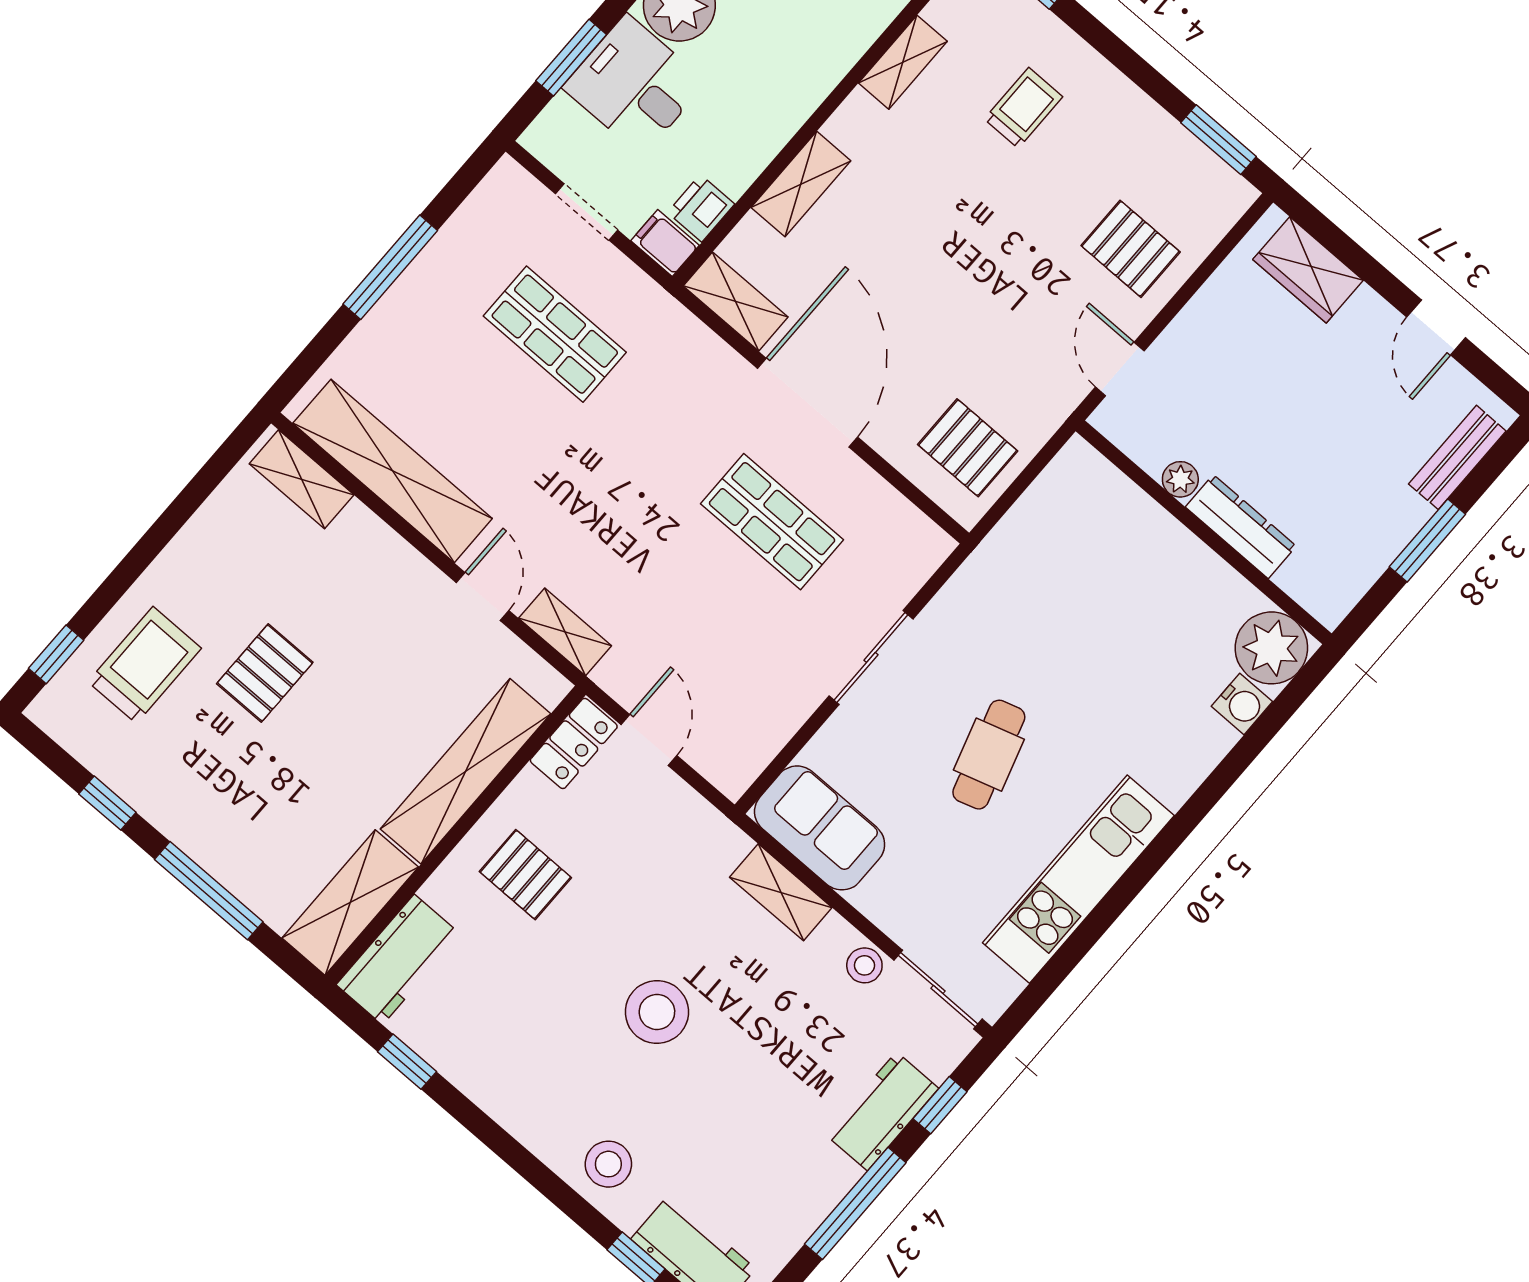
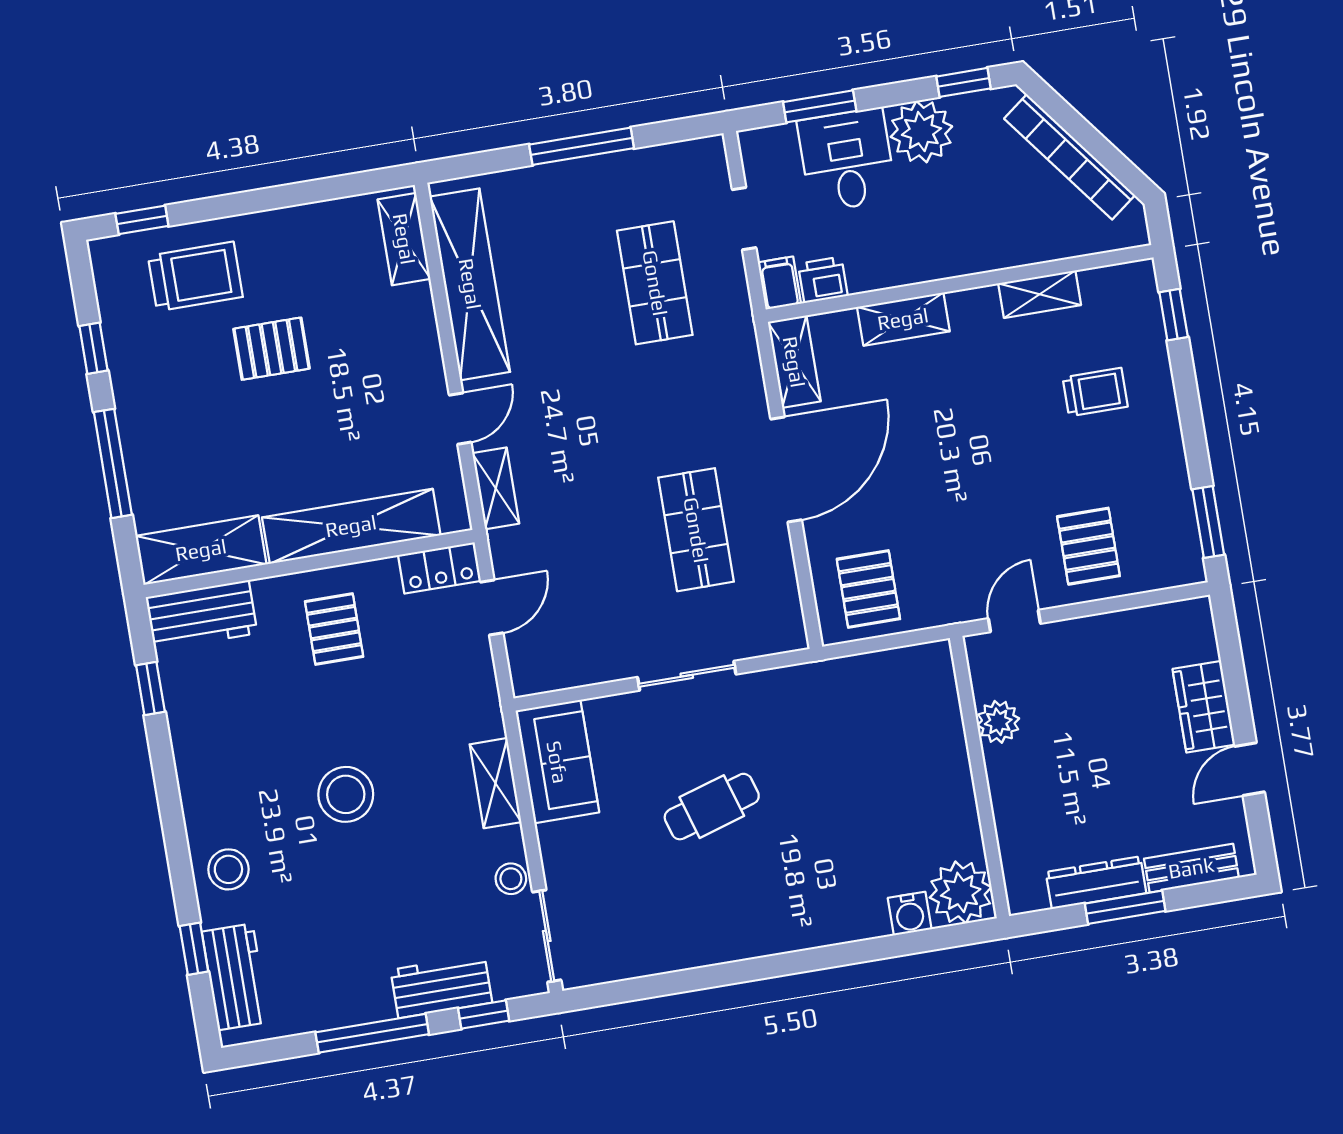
wardrobe: (1308, 270) -> (1204, 707), moved
plant: (1180, 479) -> (998, 722), width x1.38, depth x1.38
dresser: (1241, 527) -> (1096, 883), moved, turned -90
kitchen unit: (1078, 879) -> (702, 940), removed

